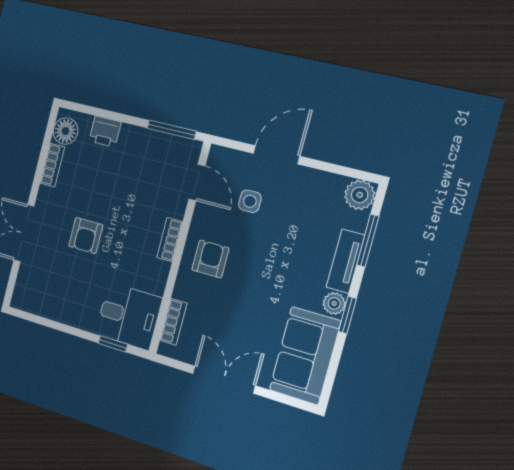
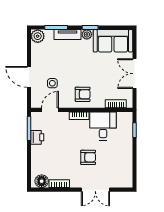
printer: (105, 132) -> (37, 137), moved
armchair: (210, 259) -> (83, 94), turned 180
desk: (129, 316) -> (103, 126), moved

